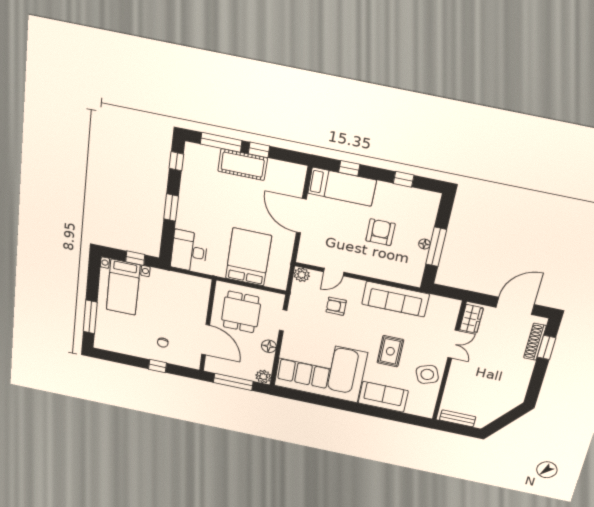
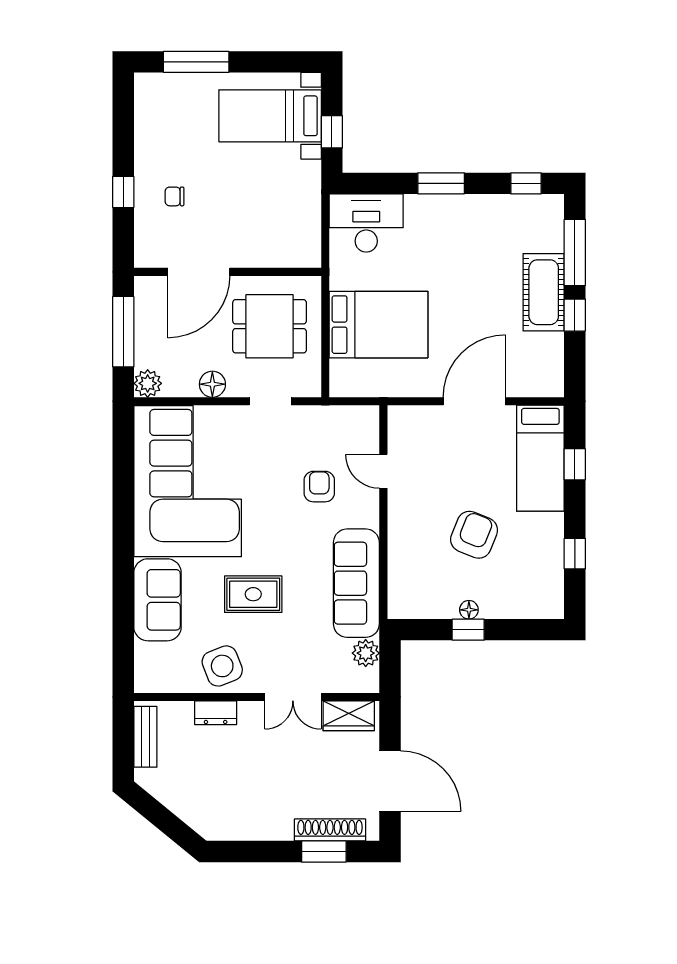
armchair: (380, 232) -> (474, 535), turned -68
window: (436, 247) -> (468, 630), width x0.46
plant: (302, 275) -> (366, 653), moved
dresser: (453, 383) -> (216, 713), added

